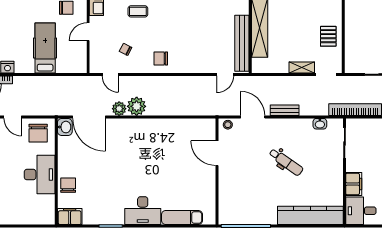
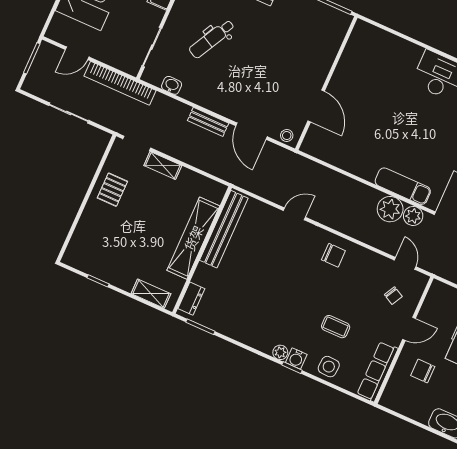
chair: (126, 49) -> (393, 296), moved
door: (225, 74) -> (294, 214), moved
dental chair: (286, 162) -> (212, 39), moved, turned -97
exam couch: (182, 218) -> (403, 186), moved, turned 180

